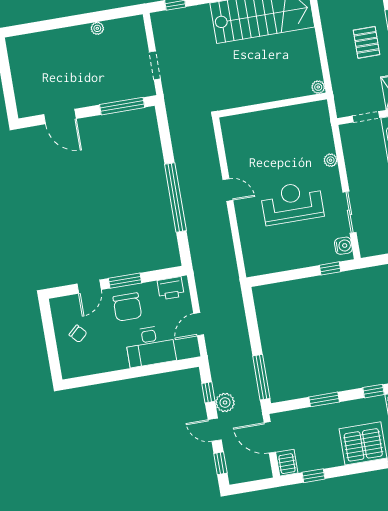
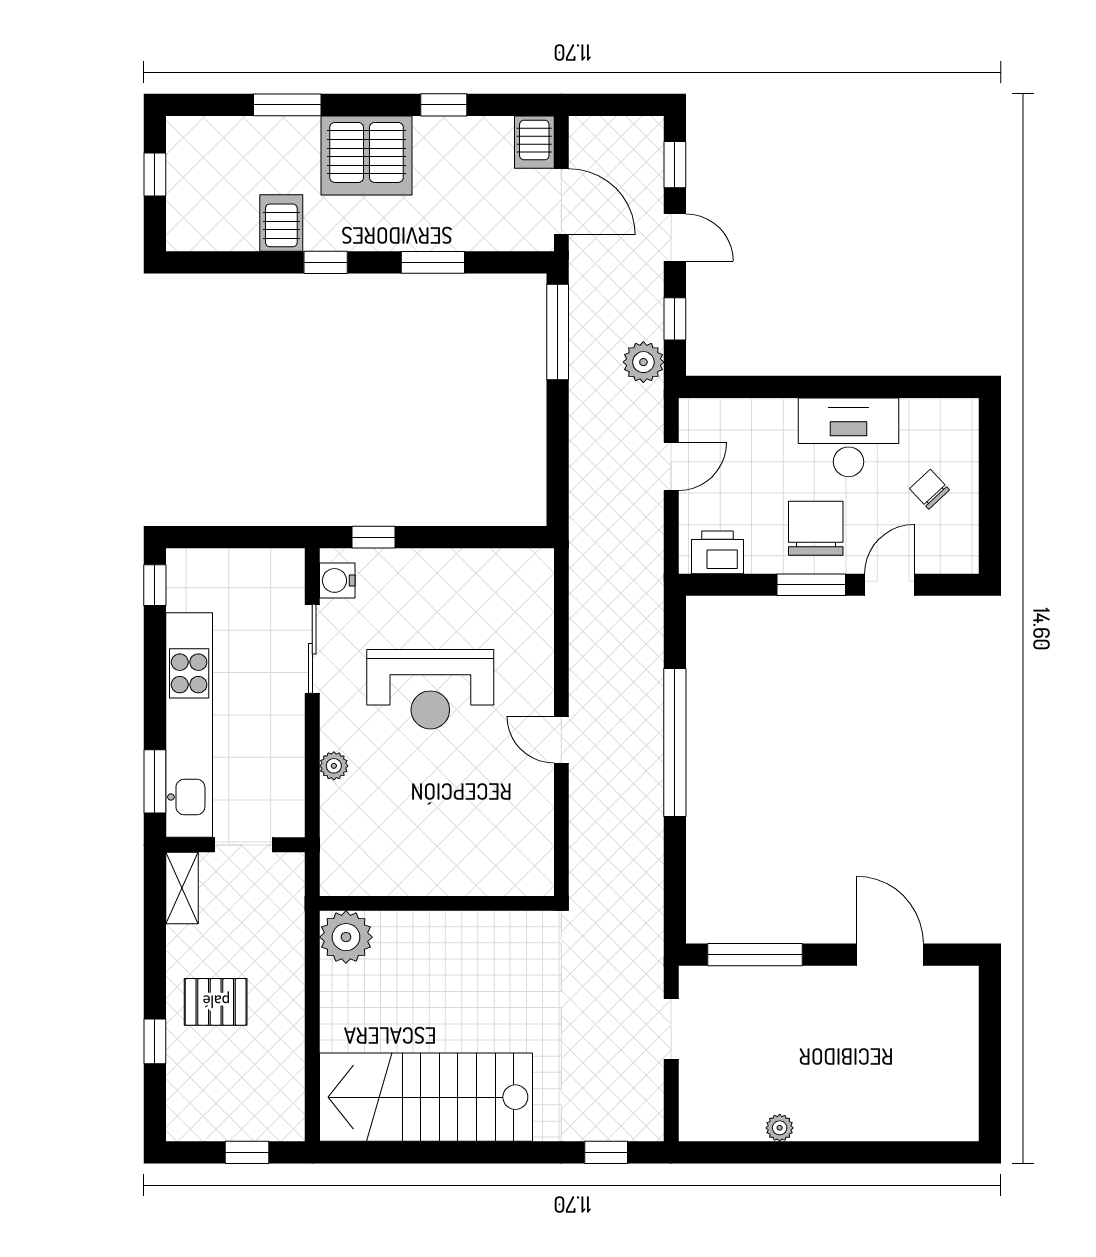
pallet: (367, 42) -> (216, 1002), turned 90
plant: (318, 87) -> (346, 937), width x1.87, depth x1.87
desk: (150, 346) -> (849, 437), moved
plant: (225, 402) -> (643, 362), moved
window: (313, 476) -> (444, 105), moved

